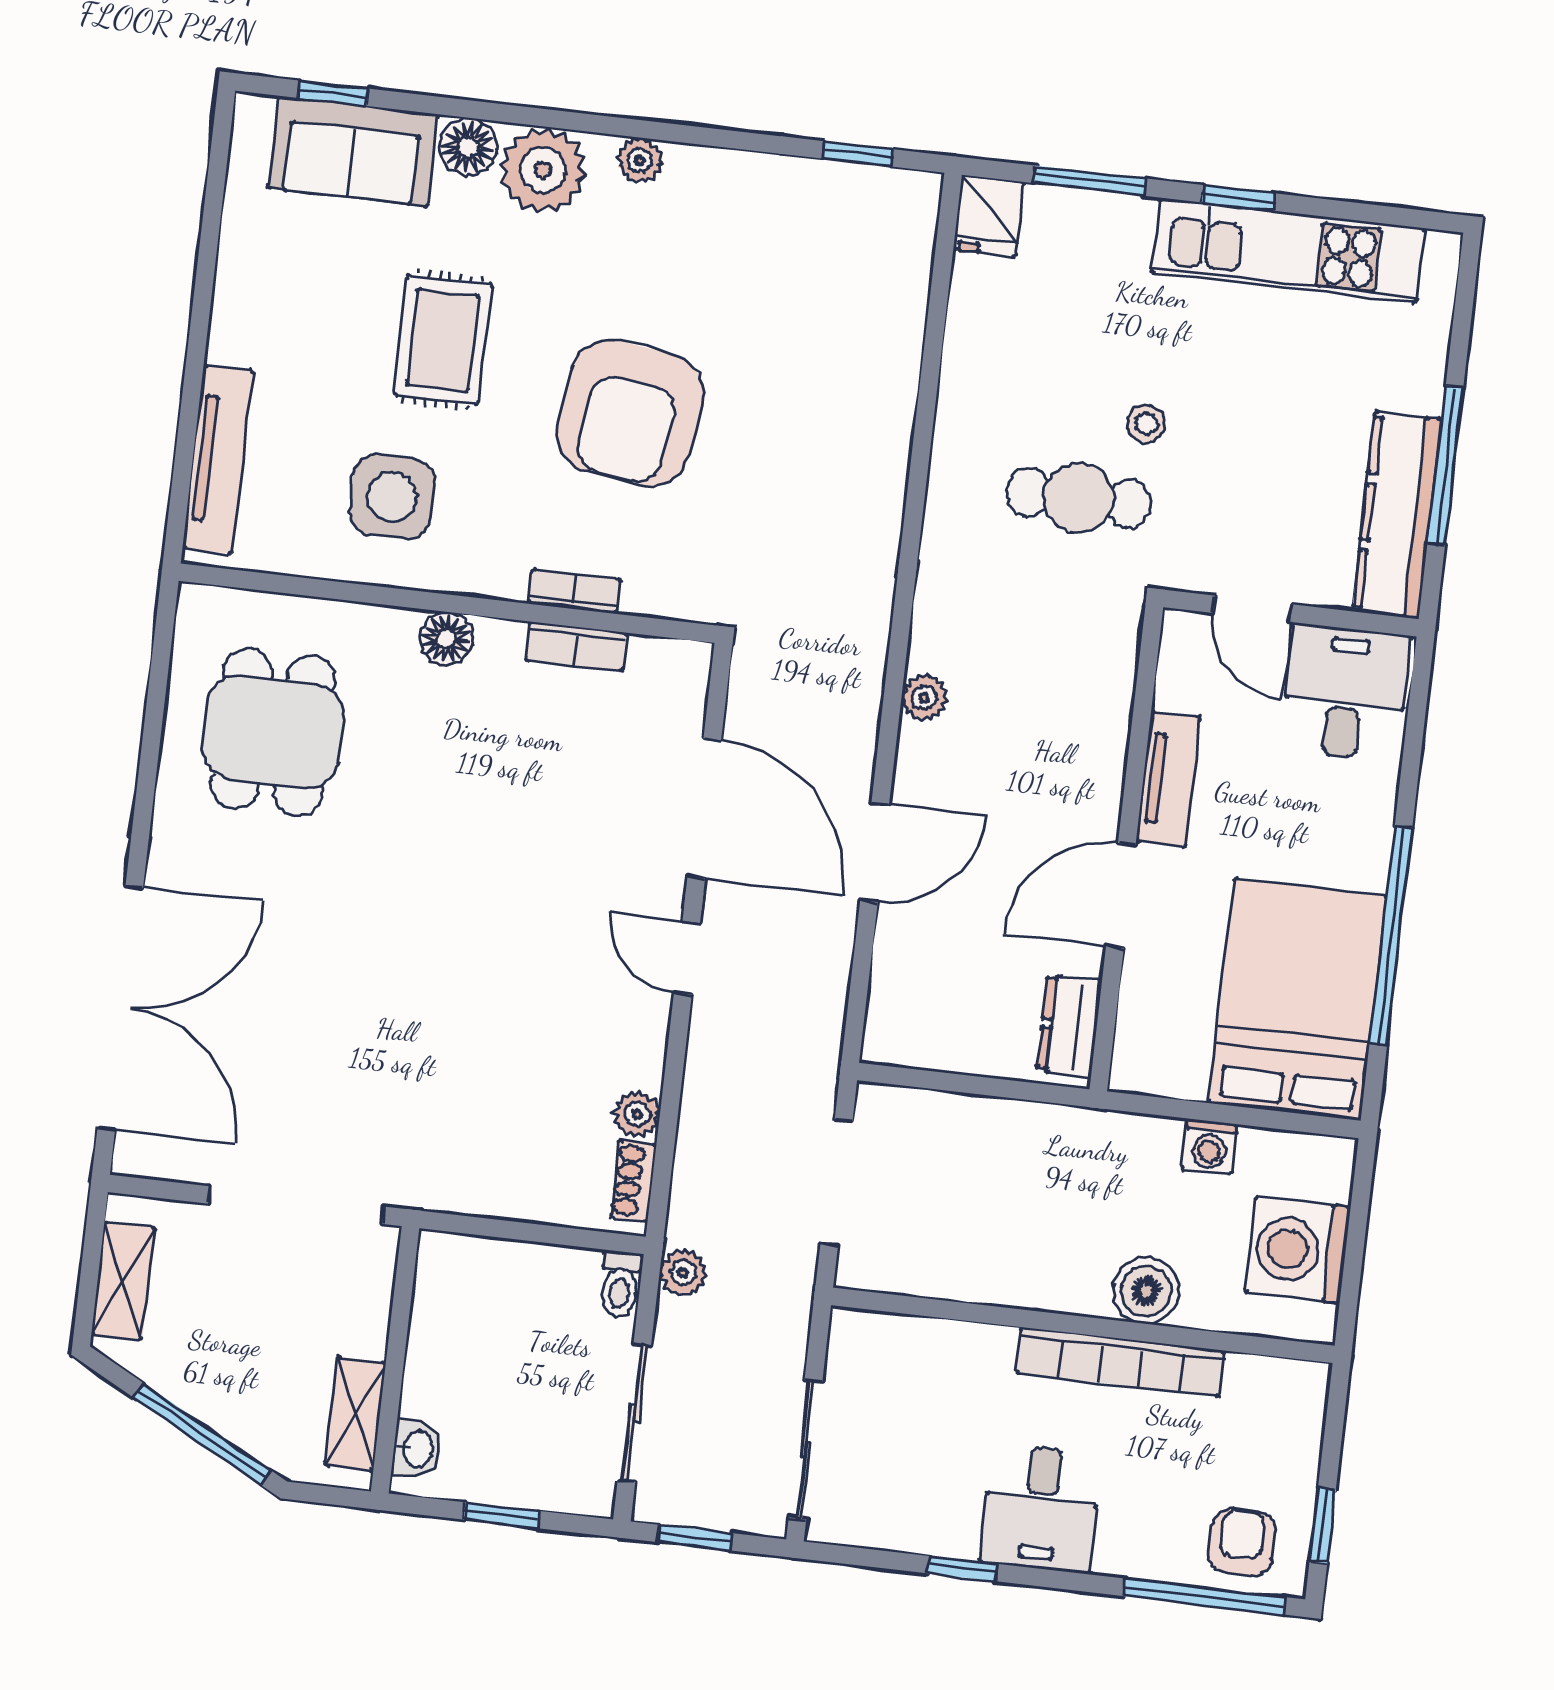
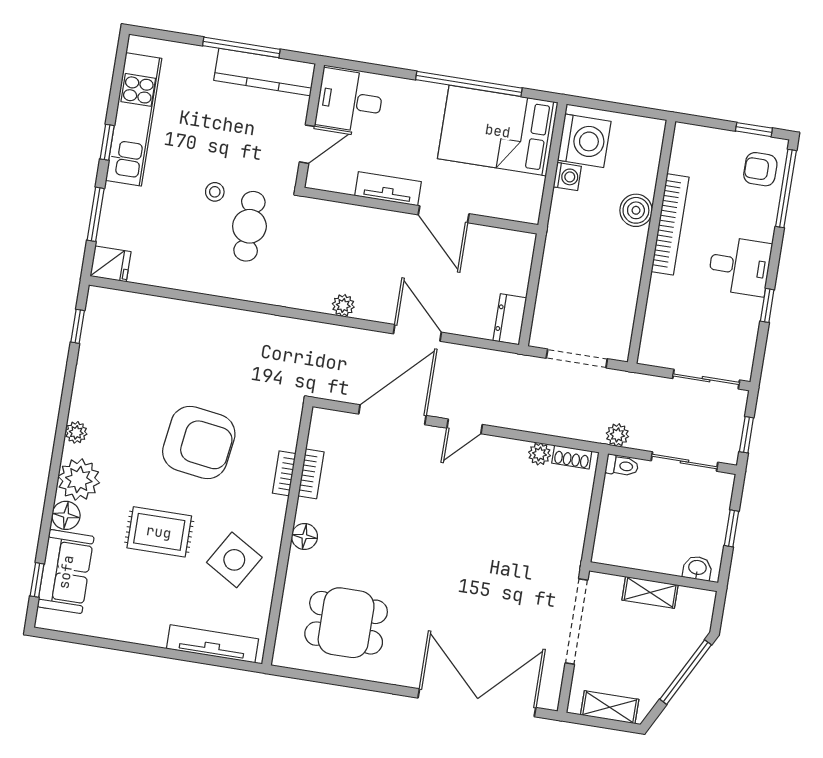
side table: (392, 497) -> (234, 560), turned 31
dresser: (1069, 1026) -> (510, 319), moved, turned 90
washing machine: (1297, 1250) -> (584, 141), moved, turned -90
shelving: (355, 1414) -> (650, 592), moved

